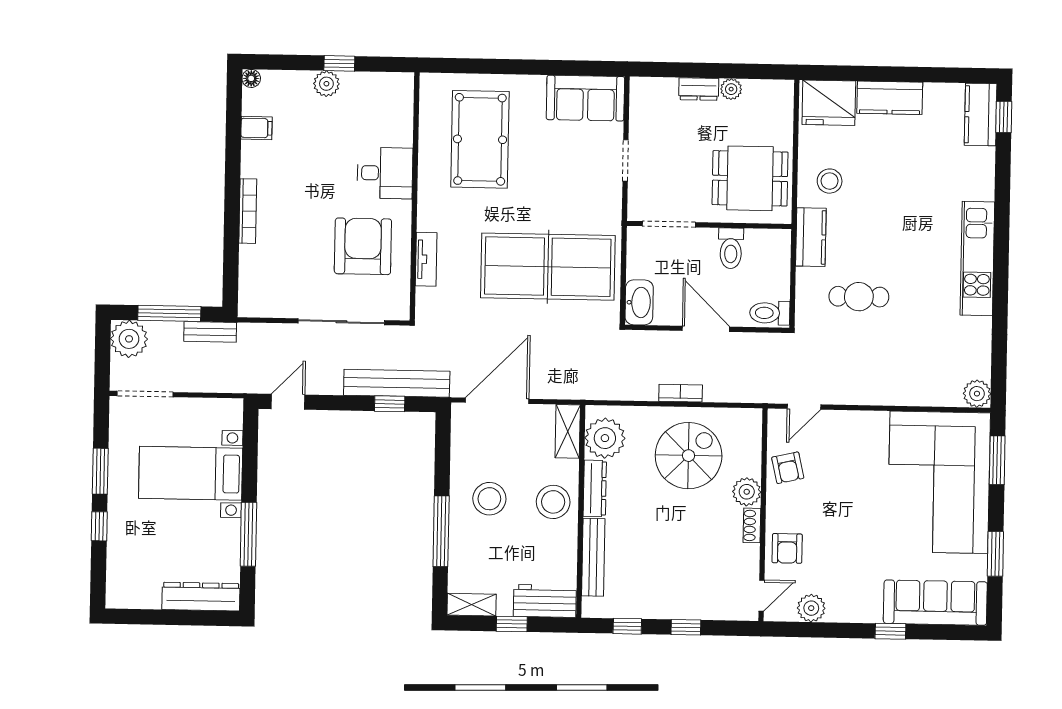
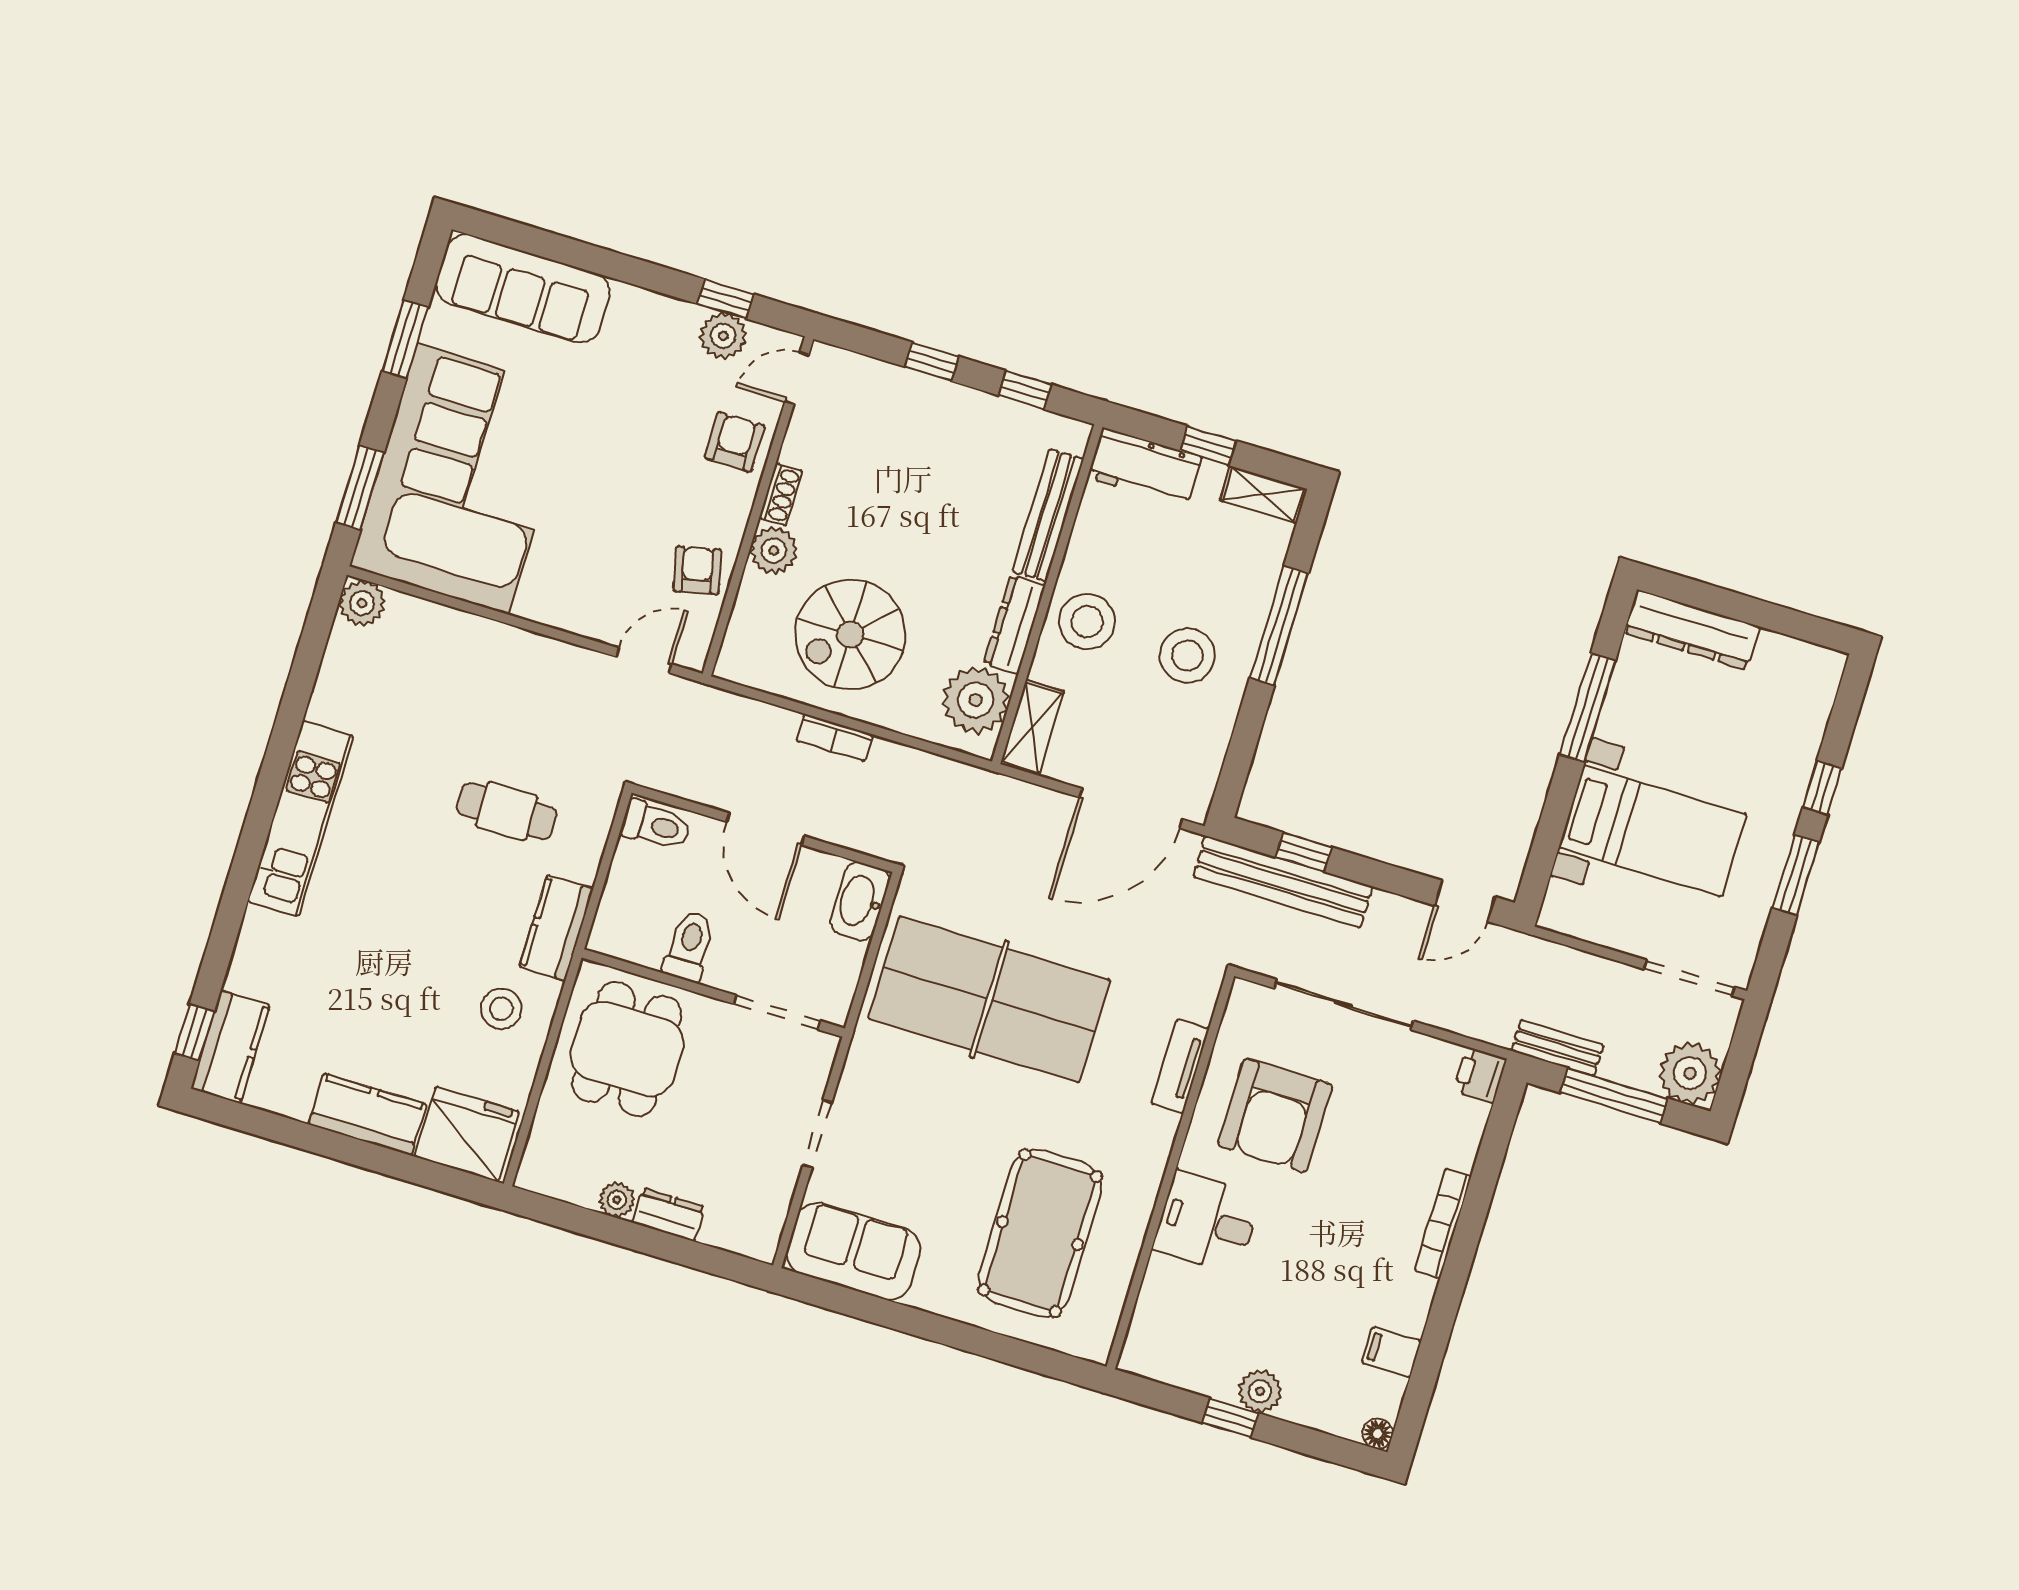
dining table: (750, 178) -> (627, 1049), turned 90
printer: (251, 303) -> (1480, 1075), added
window: (890, 631) -> (726, 299), moved

